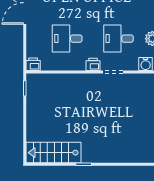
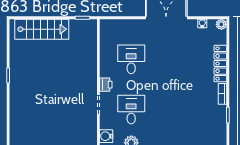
printer: (33, 64) -> (106, 26), removed
stairs: (53, 153) -> (42, 29), moved, turned 90

